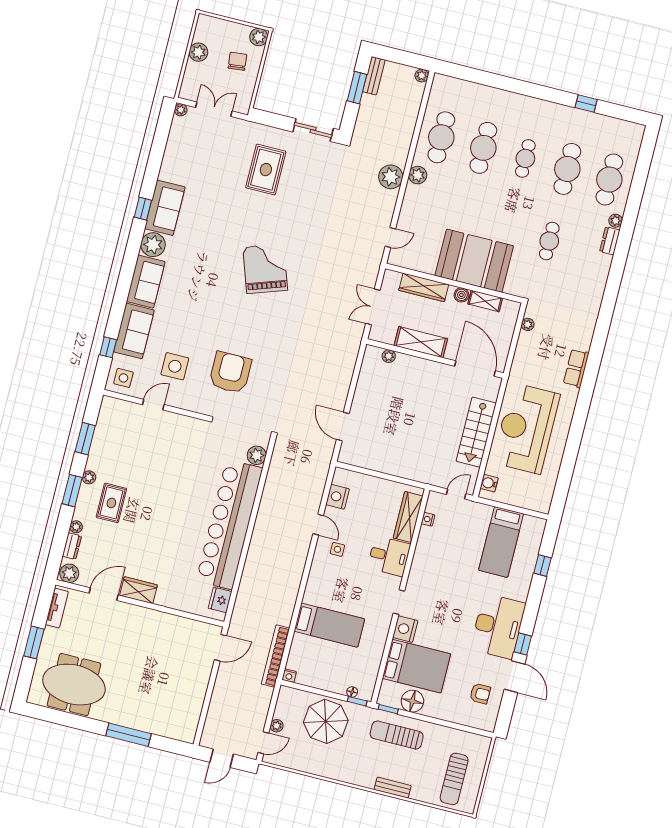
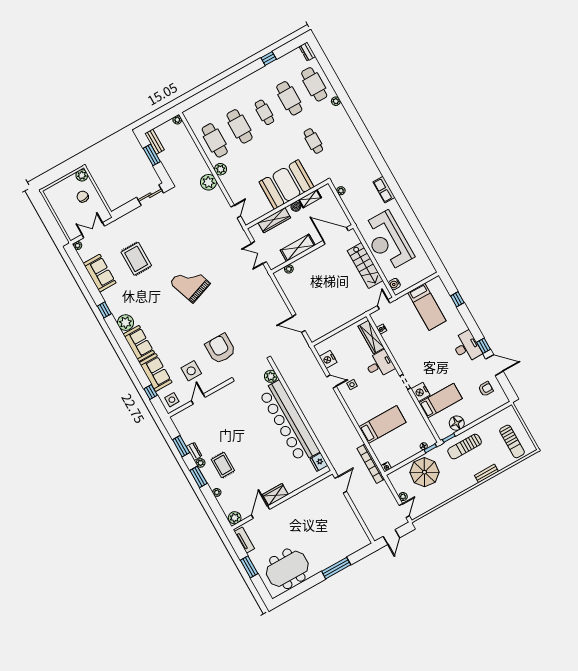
plant: (198, 52) -> (60, 210), removed
rug: (266, 170) -> (136, 259), moved
sofa: (165, 208) -> (100, 273), moved
dresser: (610, 241) -> (307, 51), moved
dresser: (72, 546) -> (194, 451), moved
desk: (498, 626) -> (467, 347), width x0.73, depth x0.77
bed: (416, 666) -> (441, 401), width x0.67

